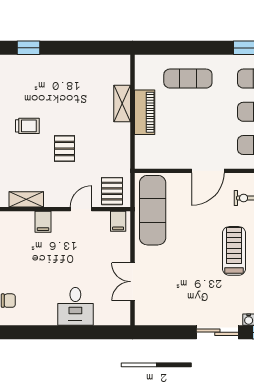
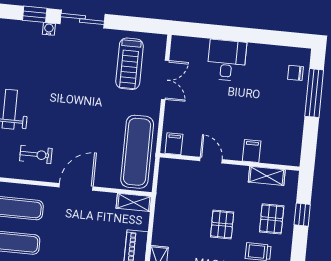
shelving: (151, 161) -> (134, 202), added
pallet: (112, 191) -> (272, 219), moved
door: (81, 209) -> (211, 160), swing flipped
treadmill: (234, 251) -> (130, 64), moved

